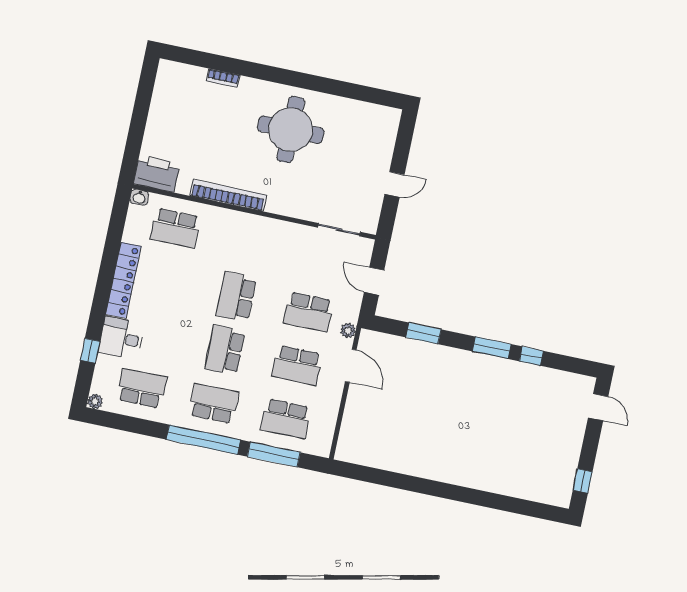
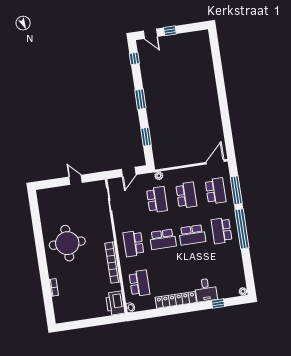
window: (531, 356) -> (134, 59), moved
door: (351, 366) -> (215, 162), moved
school desk: (142, 388) -> (133, 244), moved
door: (598, 407) -> (150, 34), swing flipped
window: (583, 481) -> (170, 31), moved

